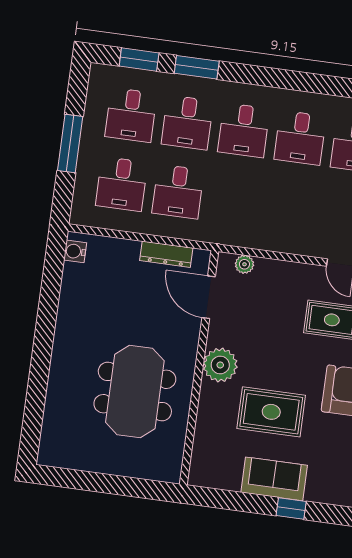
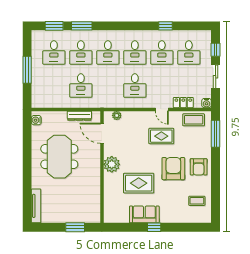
desk: (122, 184) -> (135, 86), moved
meeting table: (135, 391) -> (59, 157), moved
tv unit: (50, 430) -> (36, 206), added
window: (126, 486) -> (75, 227), added

